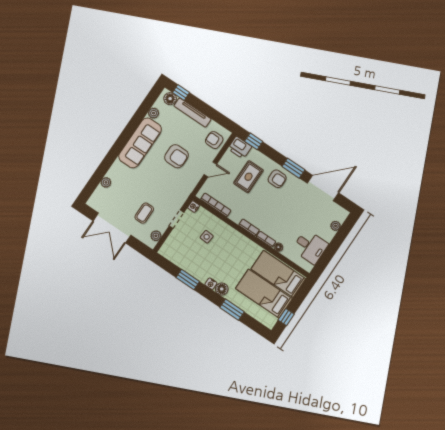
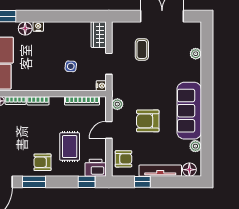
window: (181, 93) -> (142, 182), moved
plant: (156, 236) -> (117, 104), moved
wardrobe: (169, 247) -> (99, 35), added
window: (188, 280) -> (62, 16), removed

